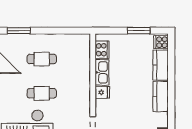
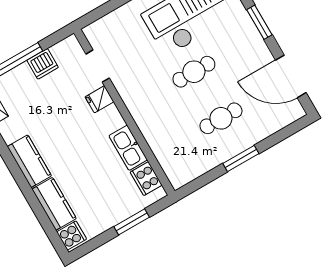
window: (19, 31) -> (241, 158), moved
window: (139, 31) -> (132, 222), moved
fridge: (102, 92) -> (99, 99), moved

